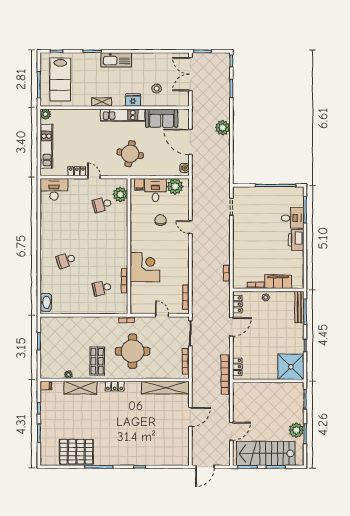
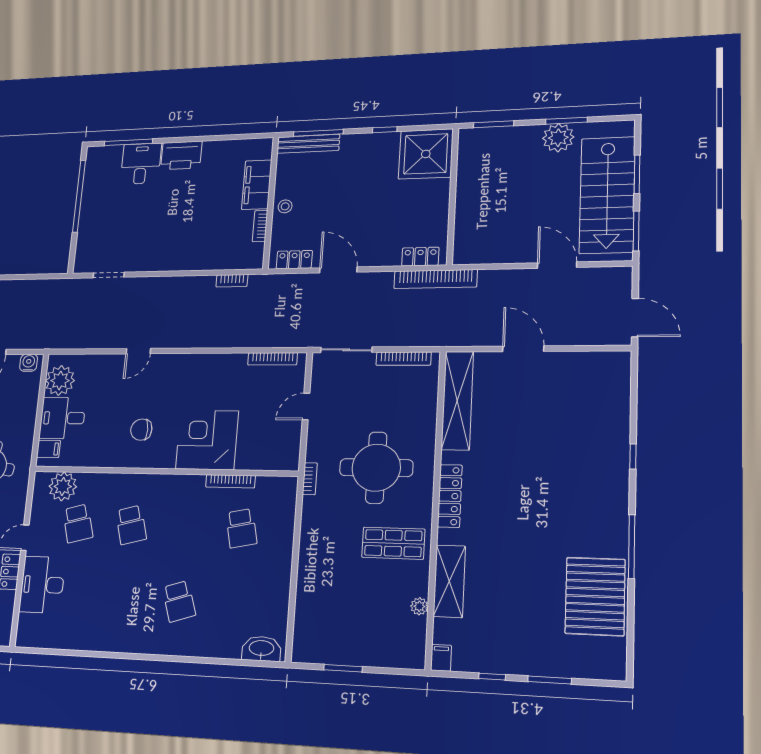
desk: (54, 189) -> (42, 585), moved
chair: (161, 220) -> (141, 430), moved
school desk: (102, 232) -> (131, 525), added
locker: (115, 386) -> (450, 496), width x1.53

